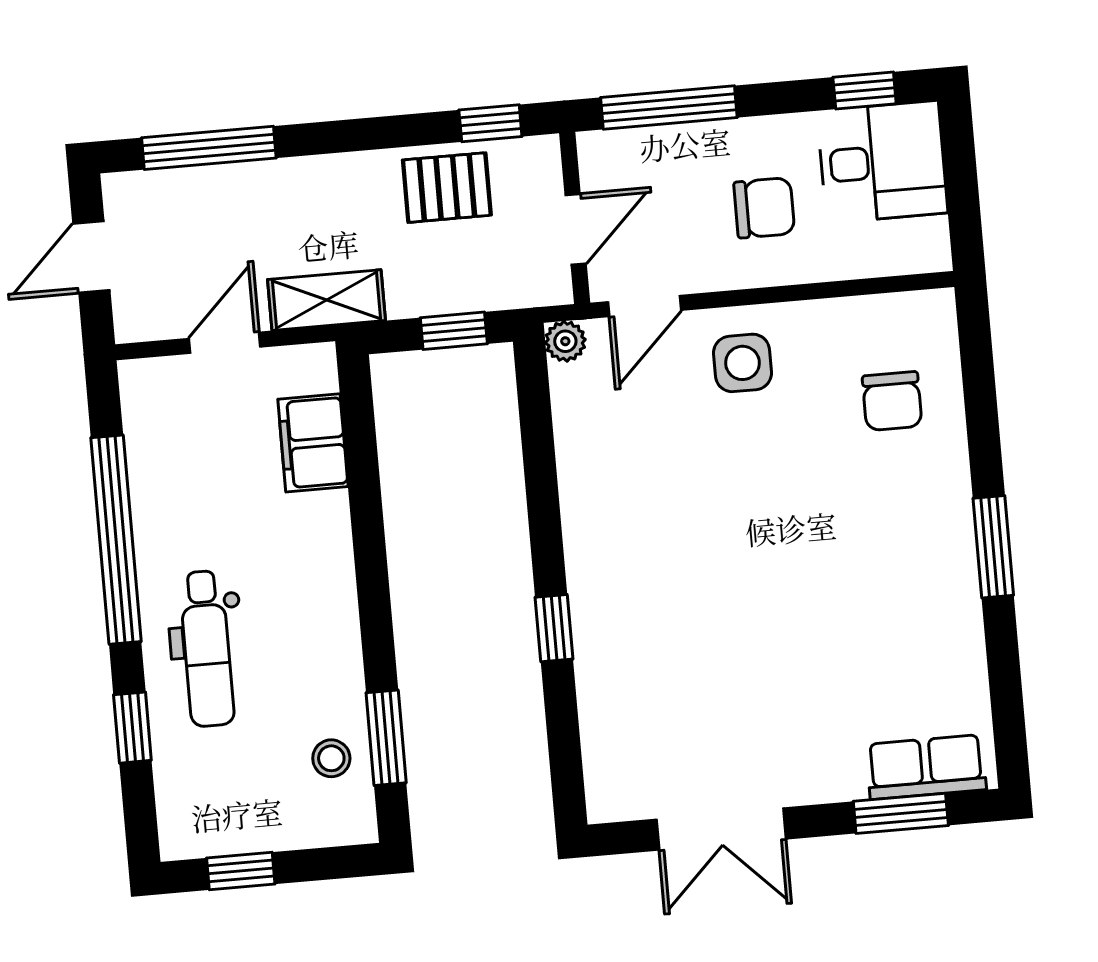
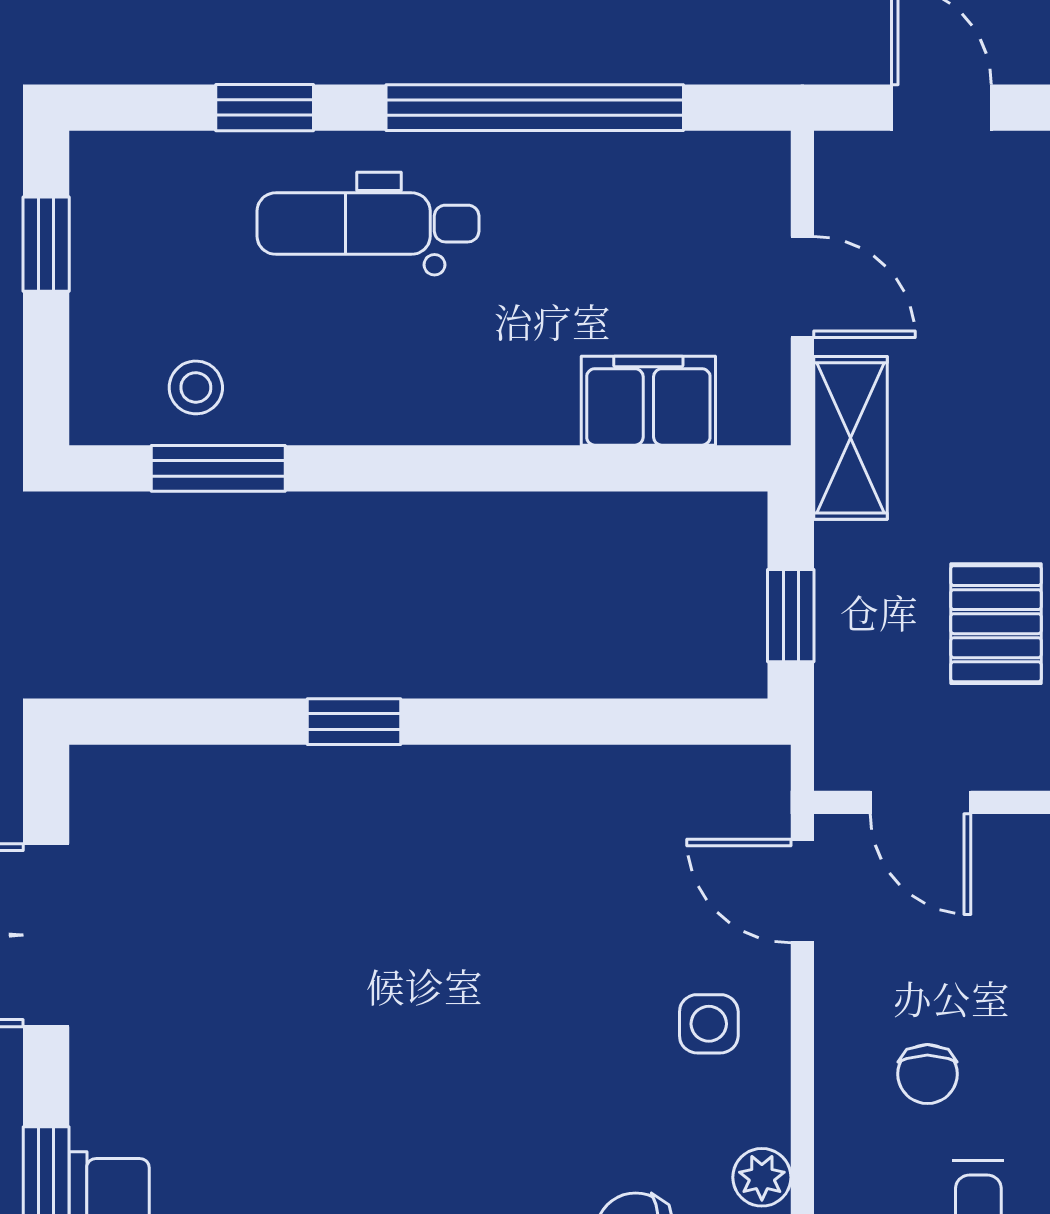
chair: (764, 208) -> (927, 1074), width x0.73, depth x0.73
plant: (565, 341) -> (762, 1177), moved
side table: (743, 363) -> (709, 1024), width x0.73, depth x0.73

